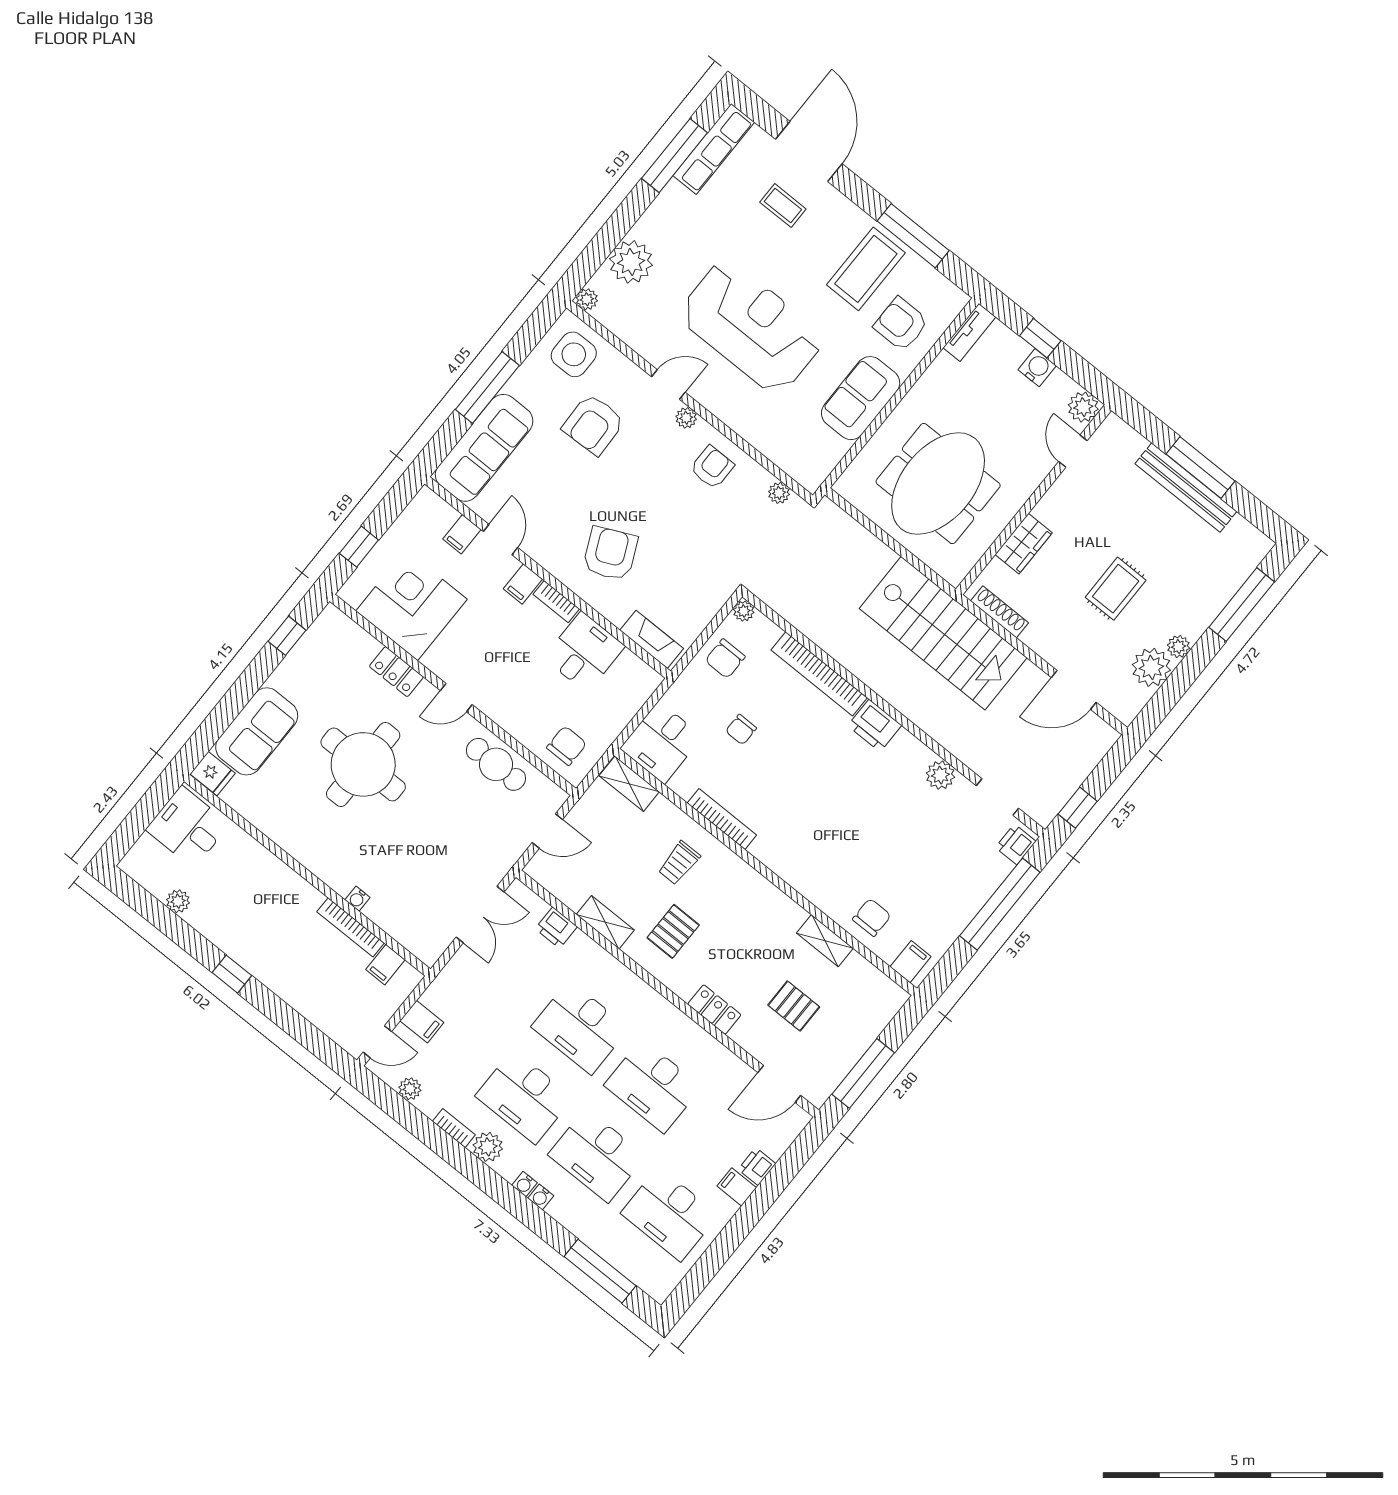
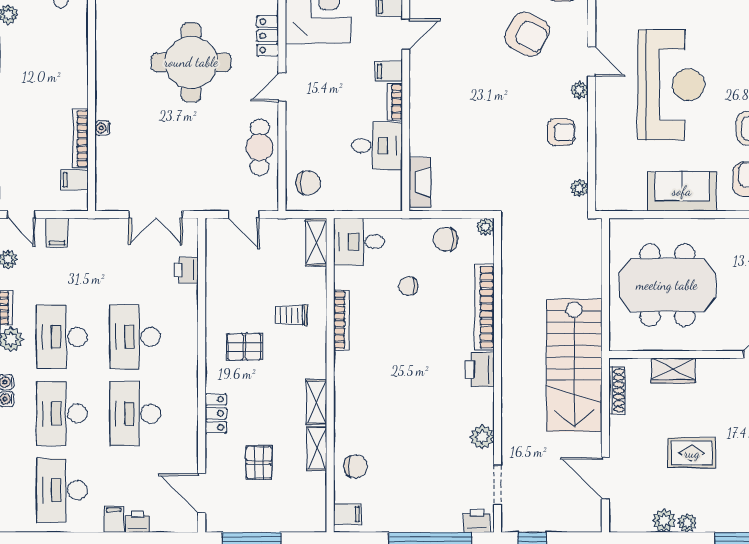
armchair: (593, 424) -> (527, 34), turned -150
armchair: (610, 553) -> (454, 112), removed
plant: (1151, 667) -> (664, 521), width x0.73, depth x0.73
door: (456, 698) -> (282, 87), hinge flipped
shelving: (605, 922) -> (316, 402), moved

